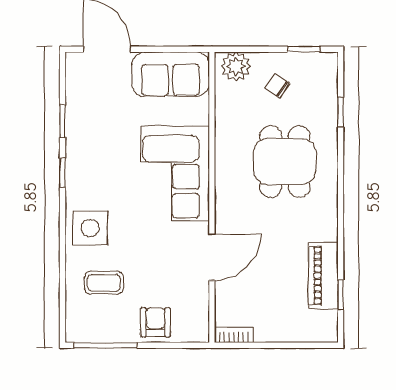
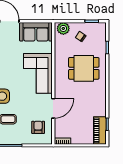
dining table: (285, 162) -> (84, 68), turned 90
piano: (323, 276) -> (100, 130), moved
armchair: (155, 322) -> (38, 127), moved

